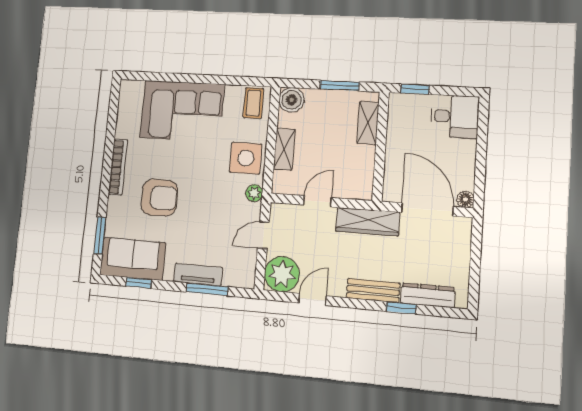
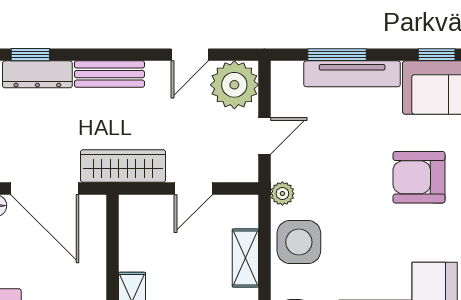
tv unit: (198, 275) -> (352, 74), width x1.41
window: (401, 308) -> (30, 55), moved

